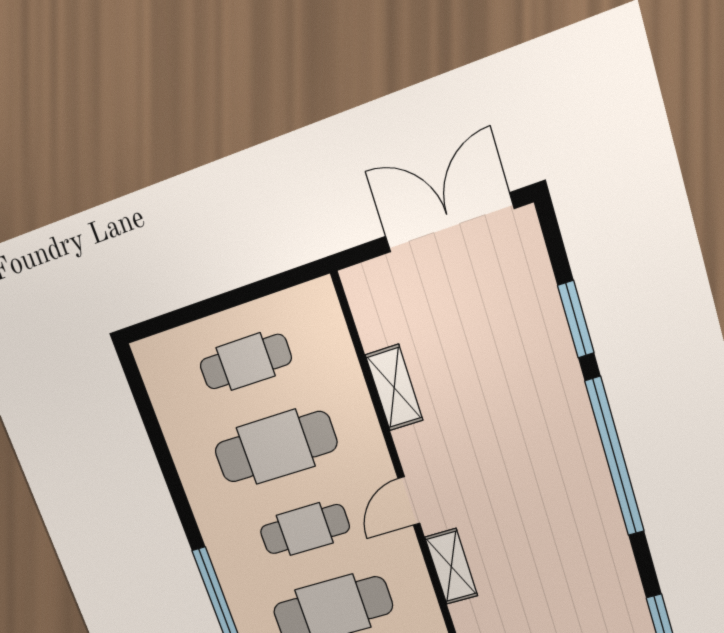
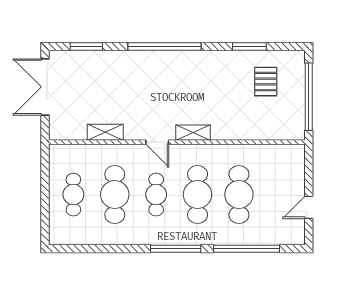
window: (576, 319) -> (86, 46), moved

